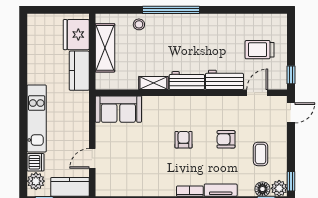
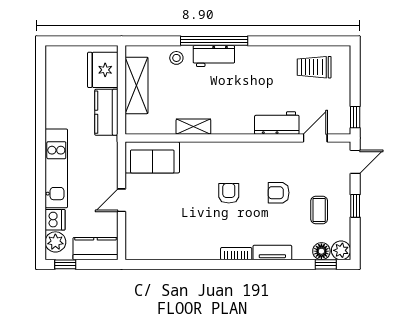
trolley: (260, 50) -> (314, 67), moved
workbench: (187, 81) -> (214, 56), moved, turned 180
door: (92, 158) -> (122, 200), moved
window: (291, 181) -> (355, 206), moved

